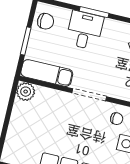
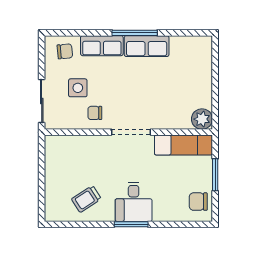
window: (94, 12) -> (131, 224), moved
desk: (85, 30) -> (134, 202), moved

